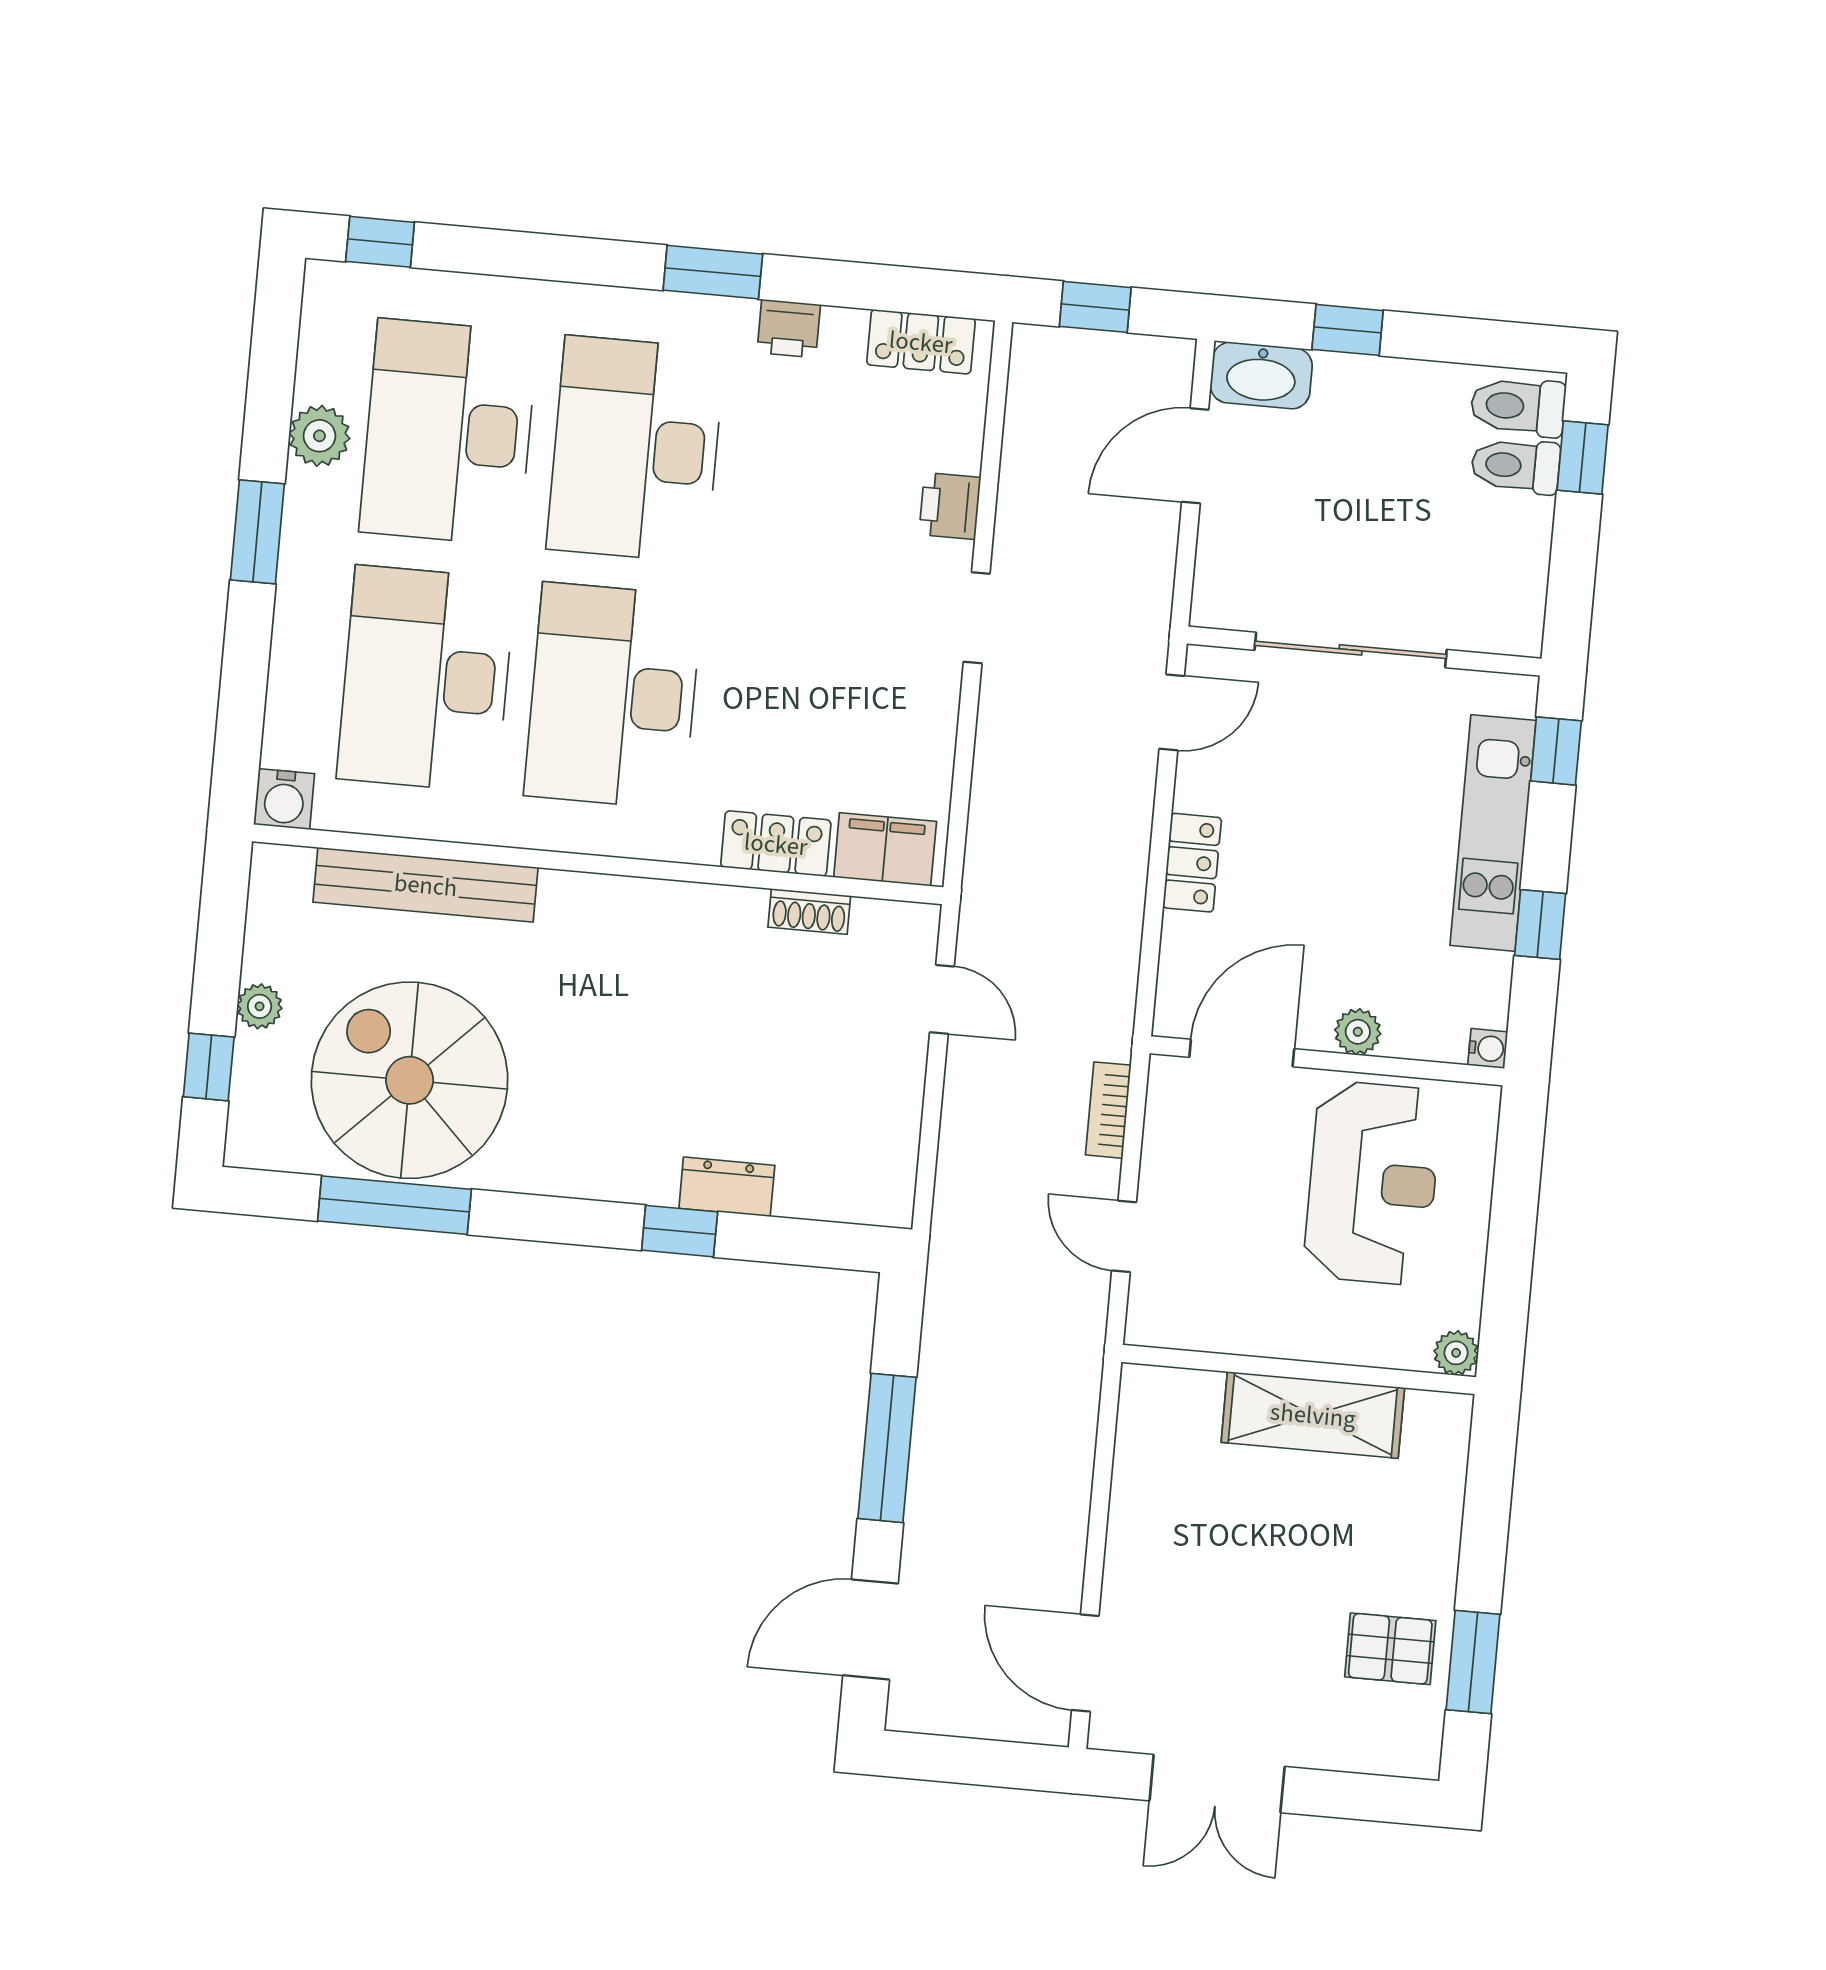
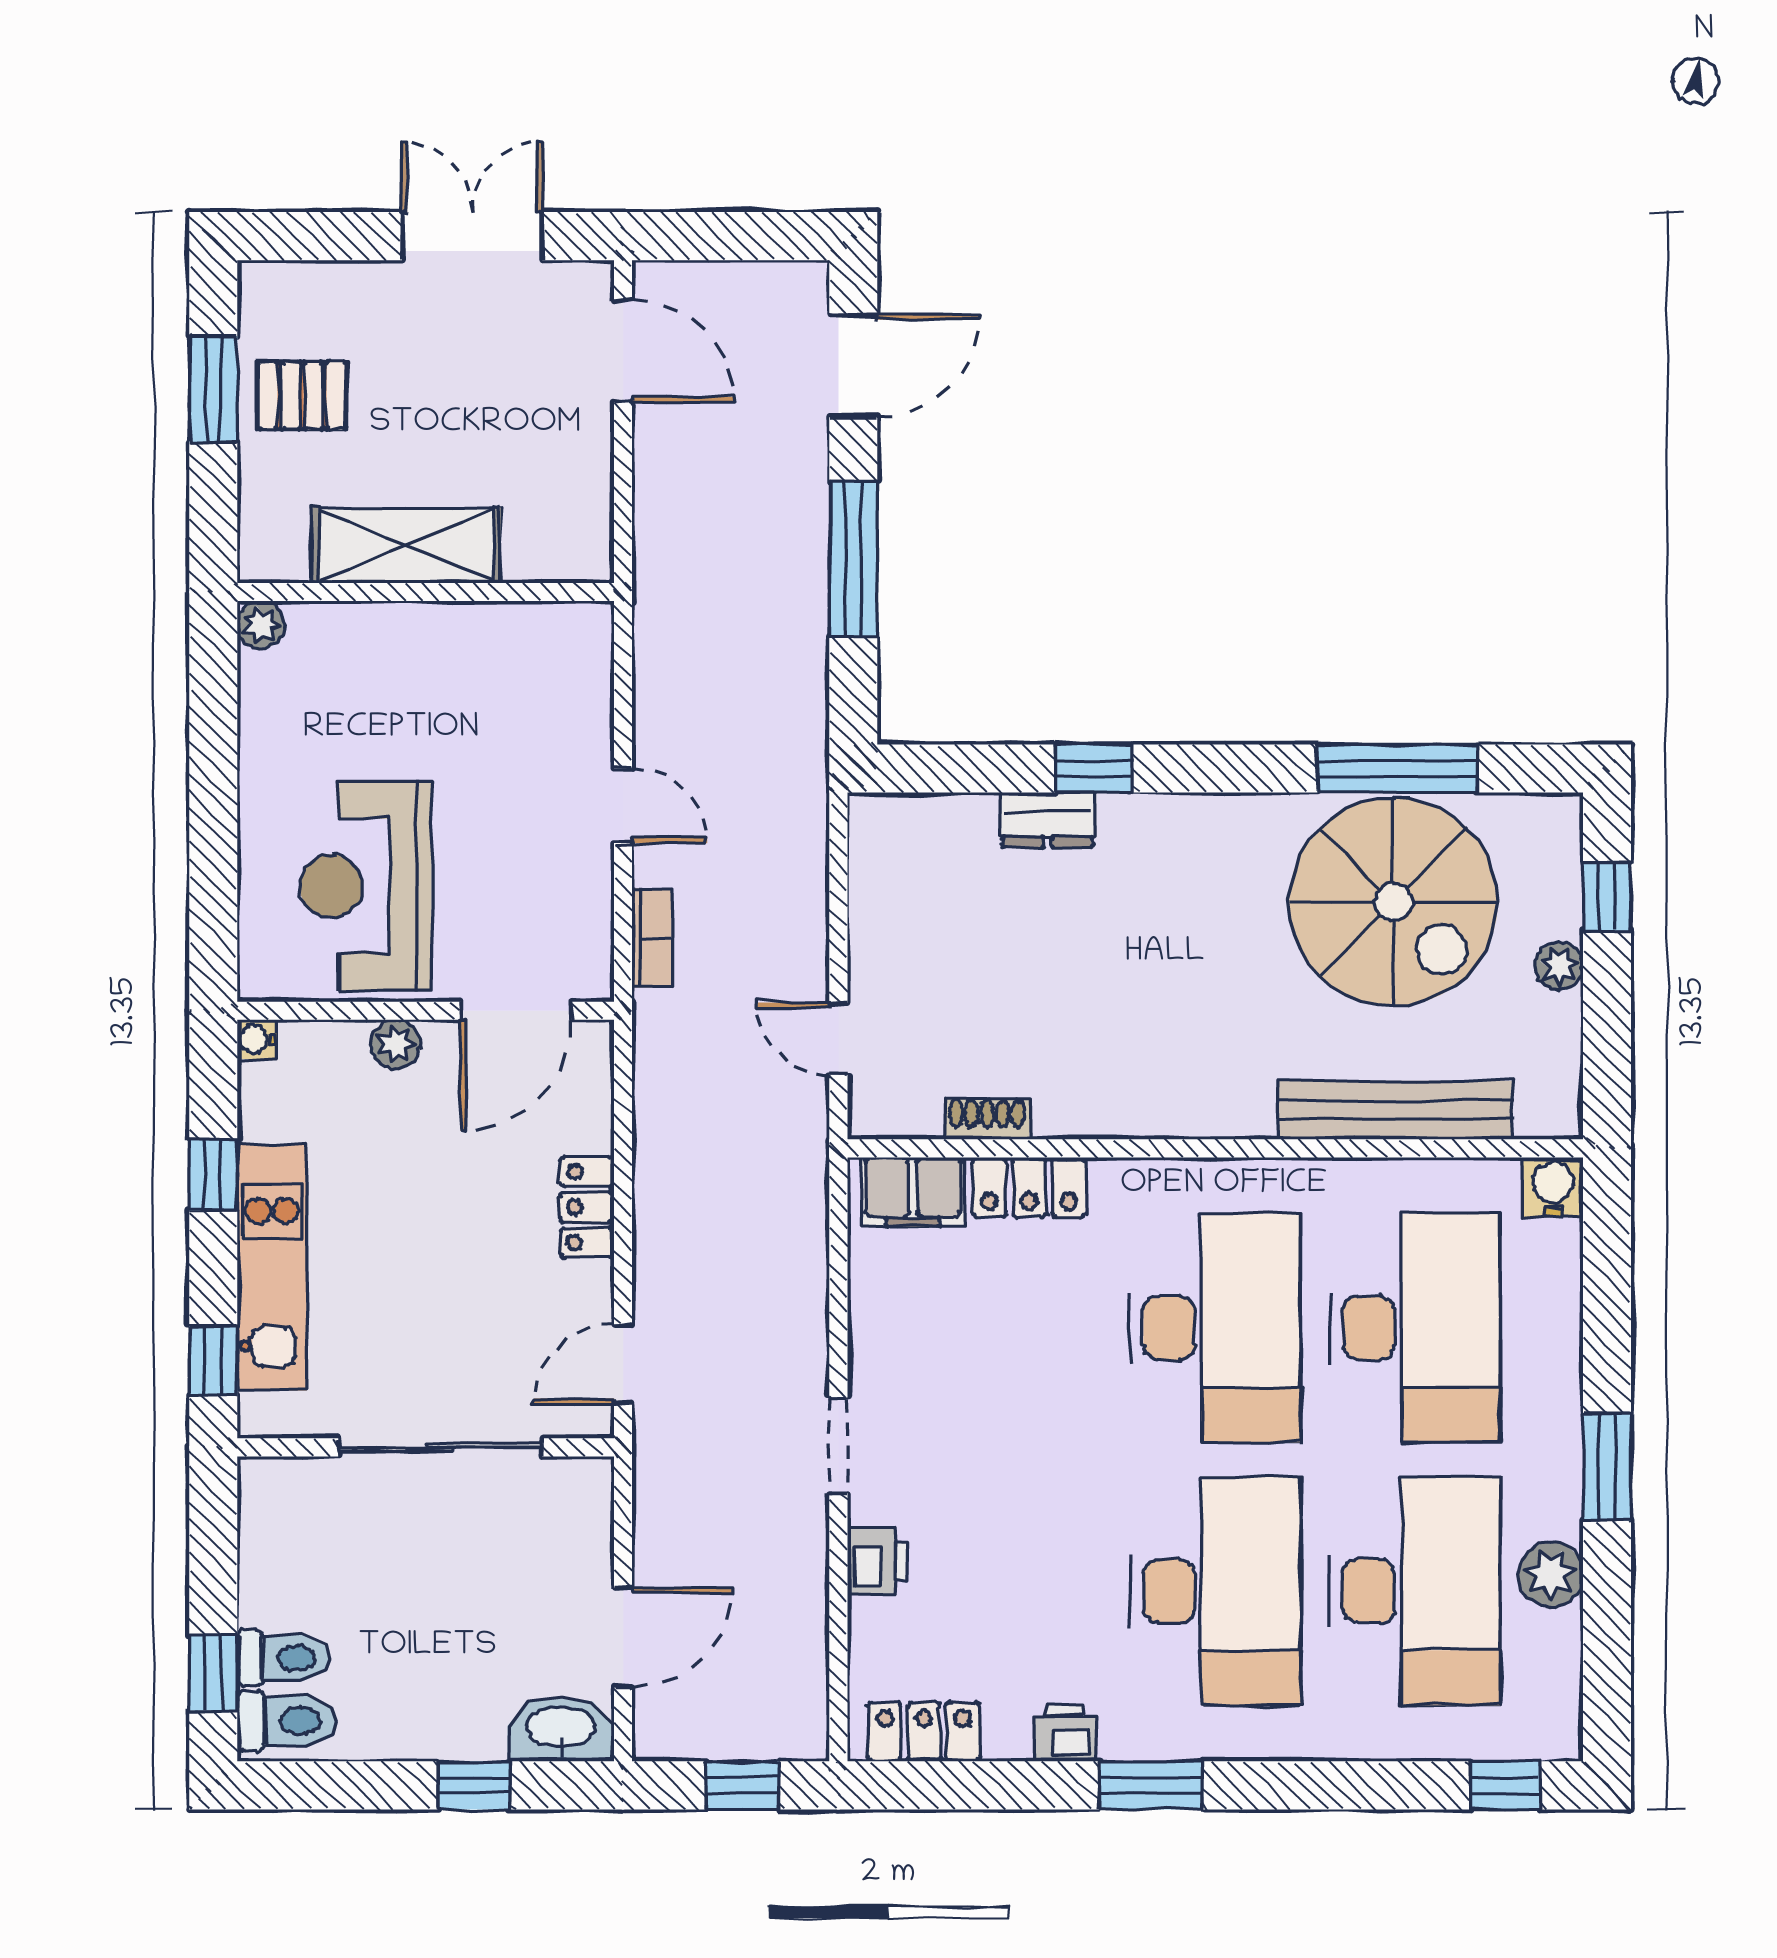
plant: (1456, 1353) -> (261, 625), moved
wall: (1299, 1369) -> (426, 592), moved
shelving: (1313, 1415) -> (406, 545), moved

